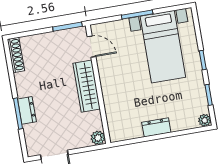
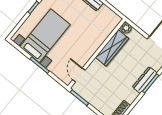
wardrobe: (87, 86) -> (112, 48), moved
dresser: (27, 110) -> (145, 80), width x1.44

